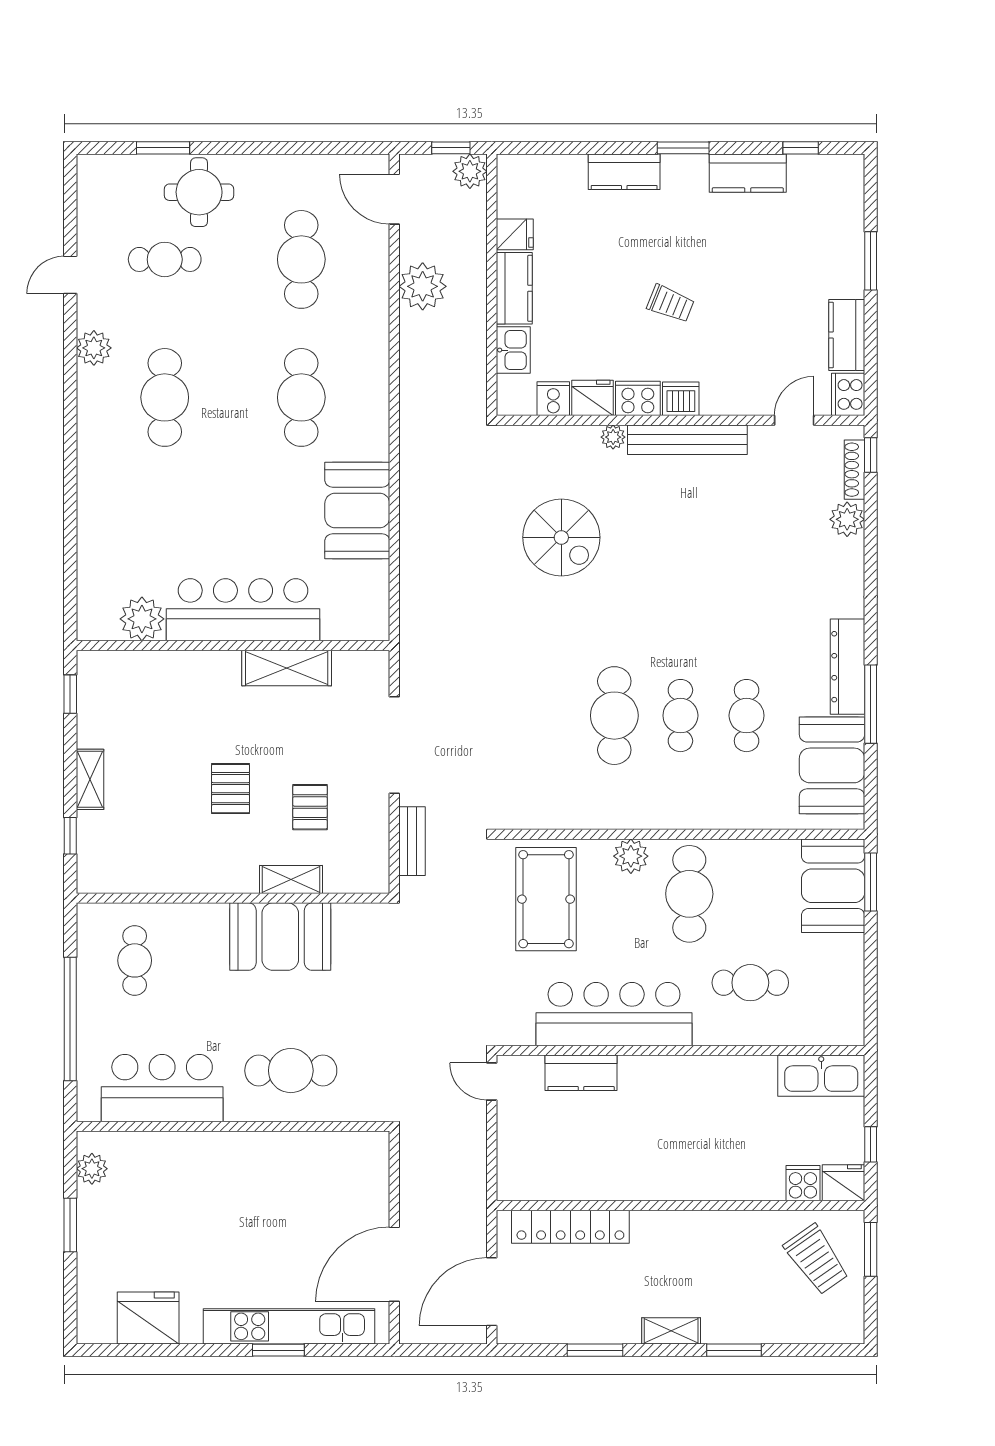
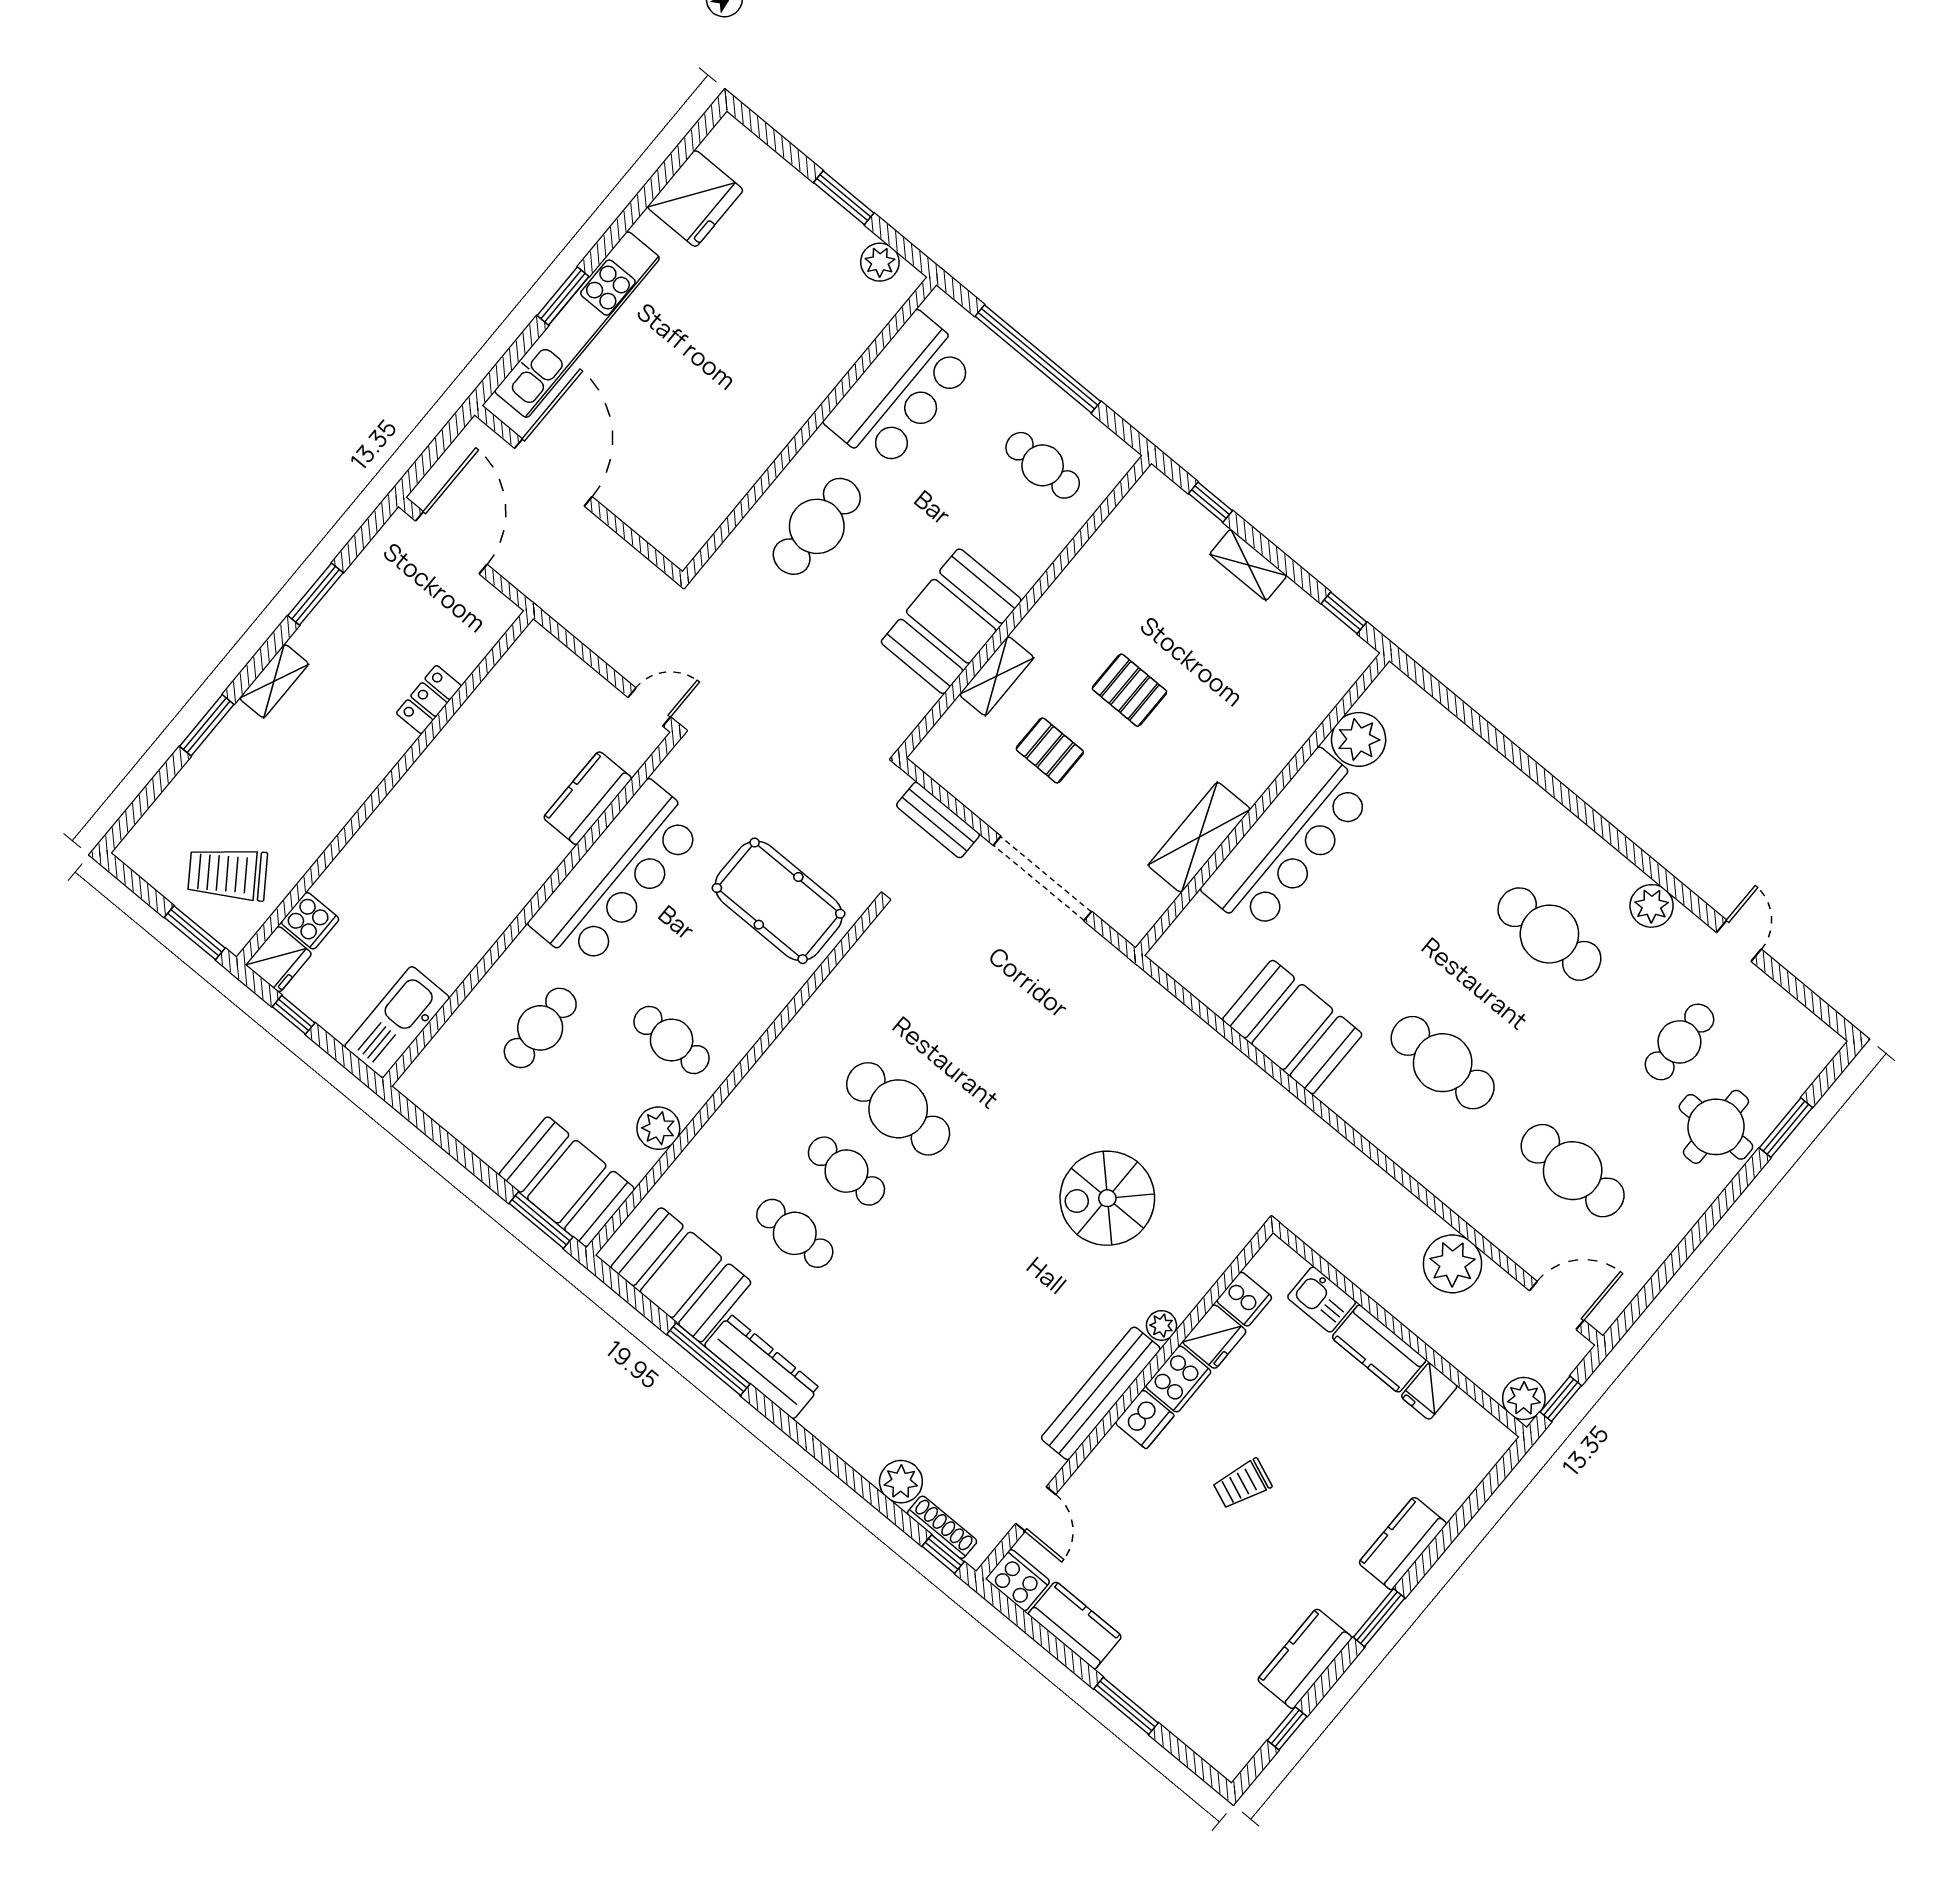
plant: (631, 856) -> (658, 1128), moved
cafe table: (689, 894) -> (672, 1040), width x0.73, depth x0.74
locker: (570, 1227) -> (429, 700), width x0.46, depth x0.83

